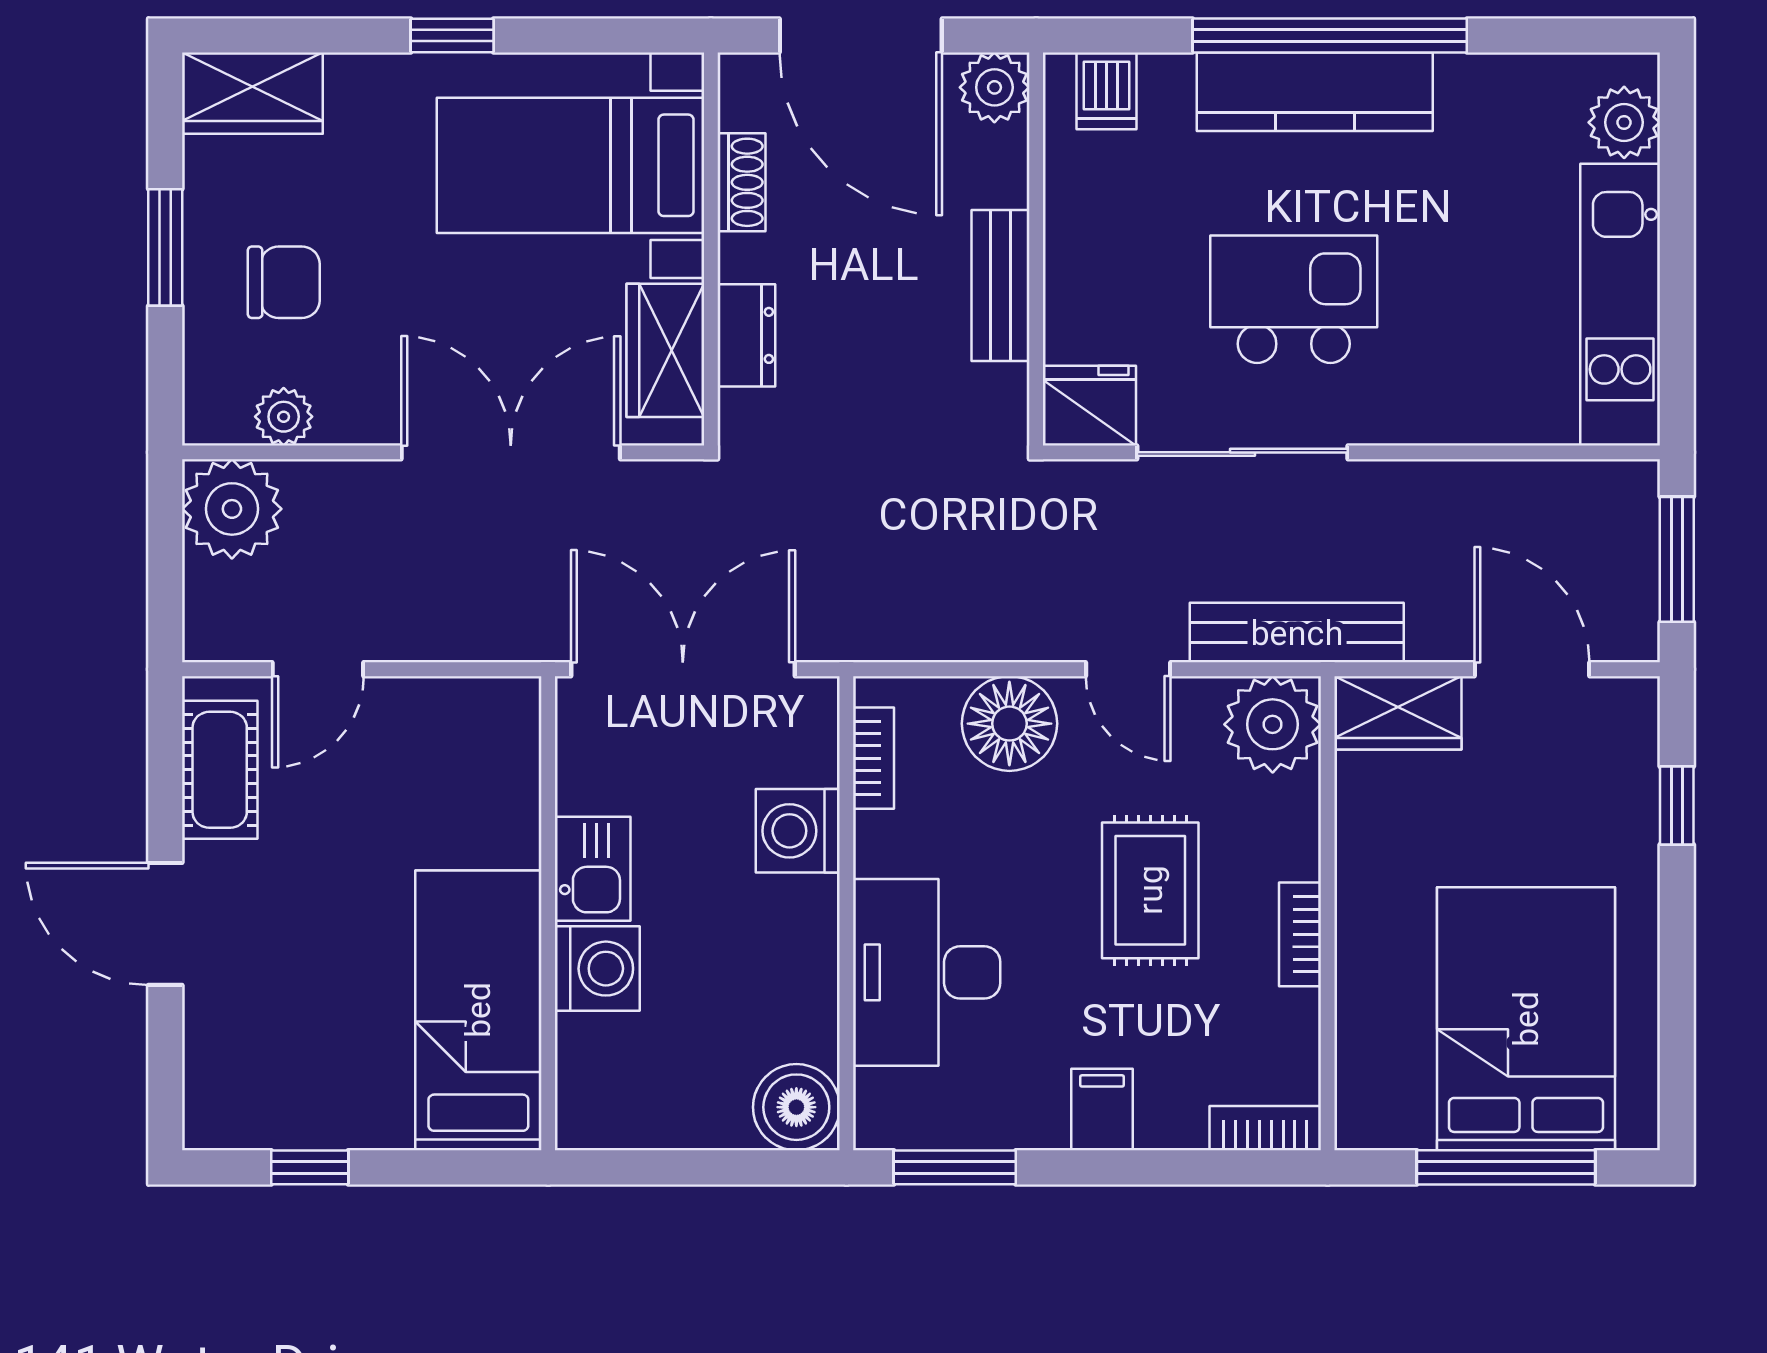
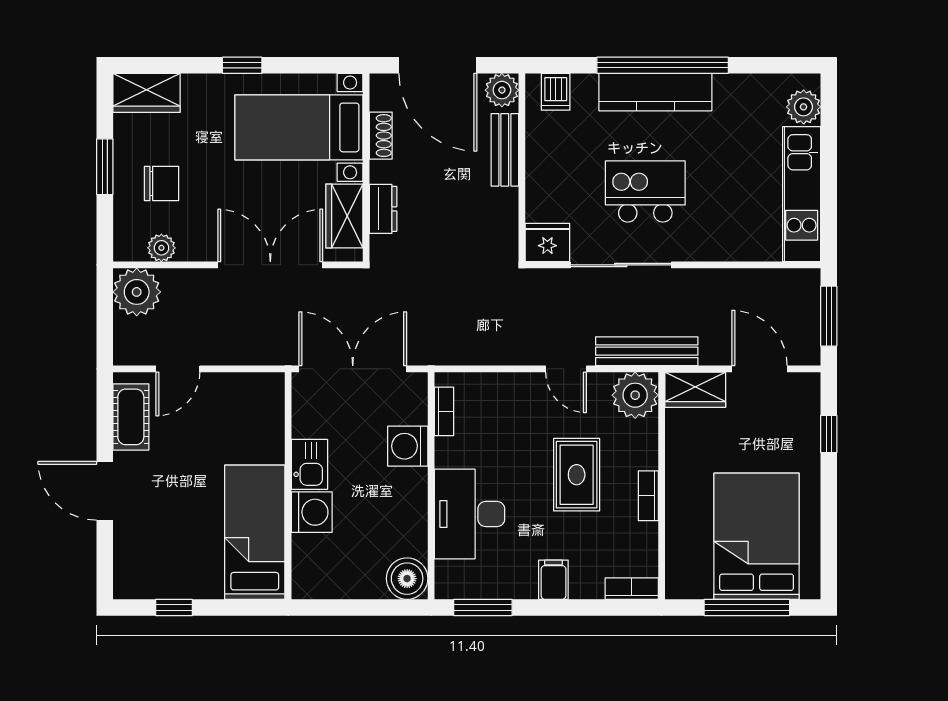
bench: (1001, 285) -> (505, 150), moved
floor lamp: (1009, 724) -> (509, 395), removed

